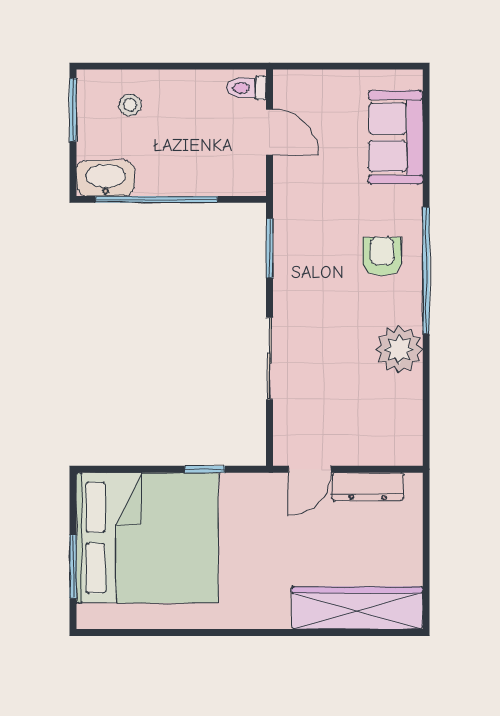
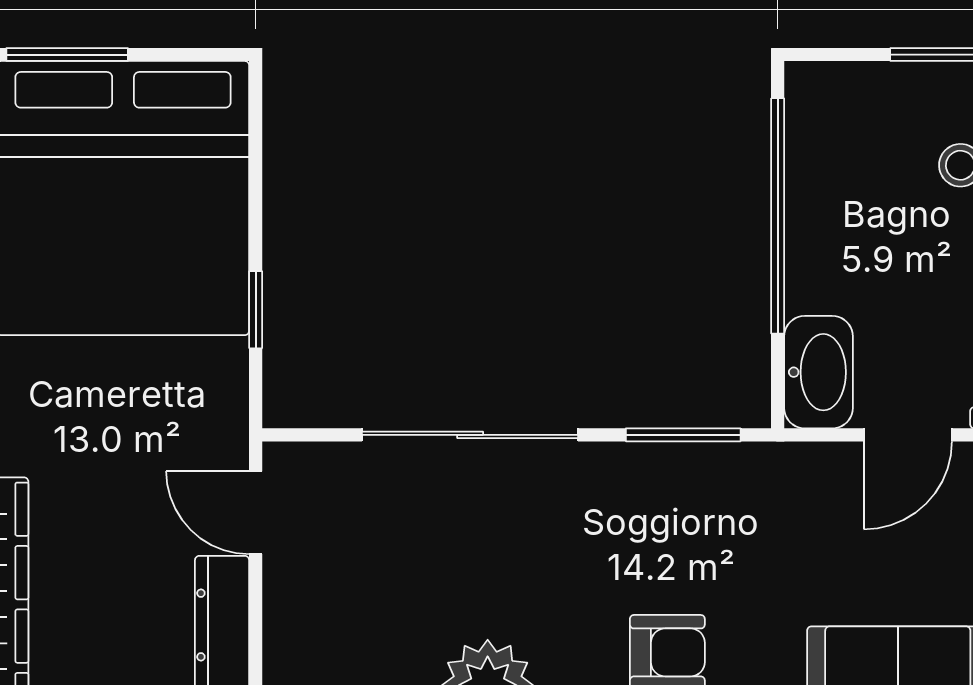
washbasin: (105, 178) -> (818, 372), moved
sliding door: (270, 358) -> (470, 435), width x1.37

